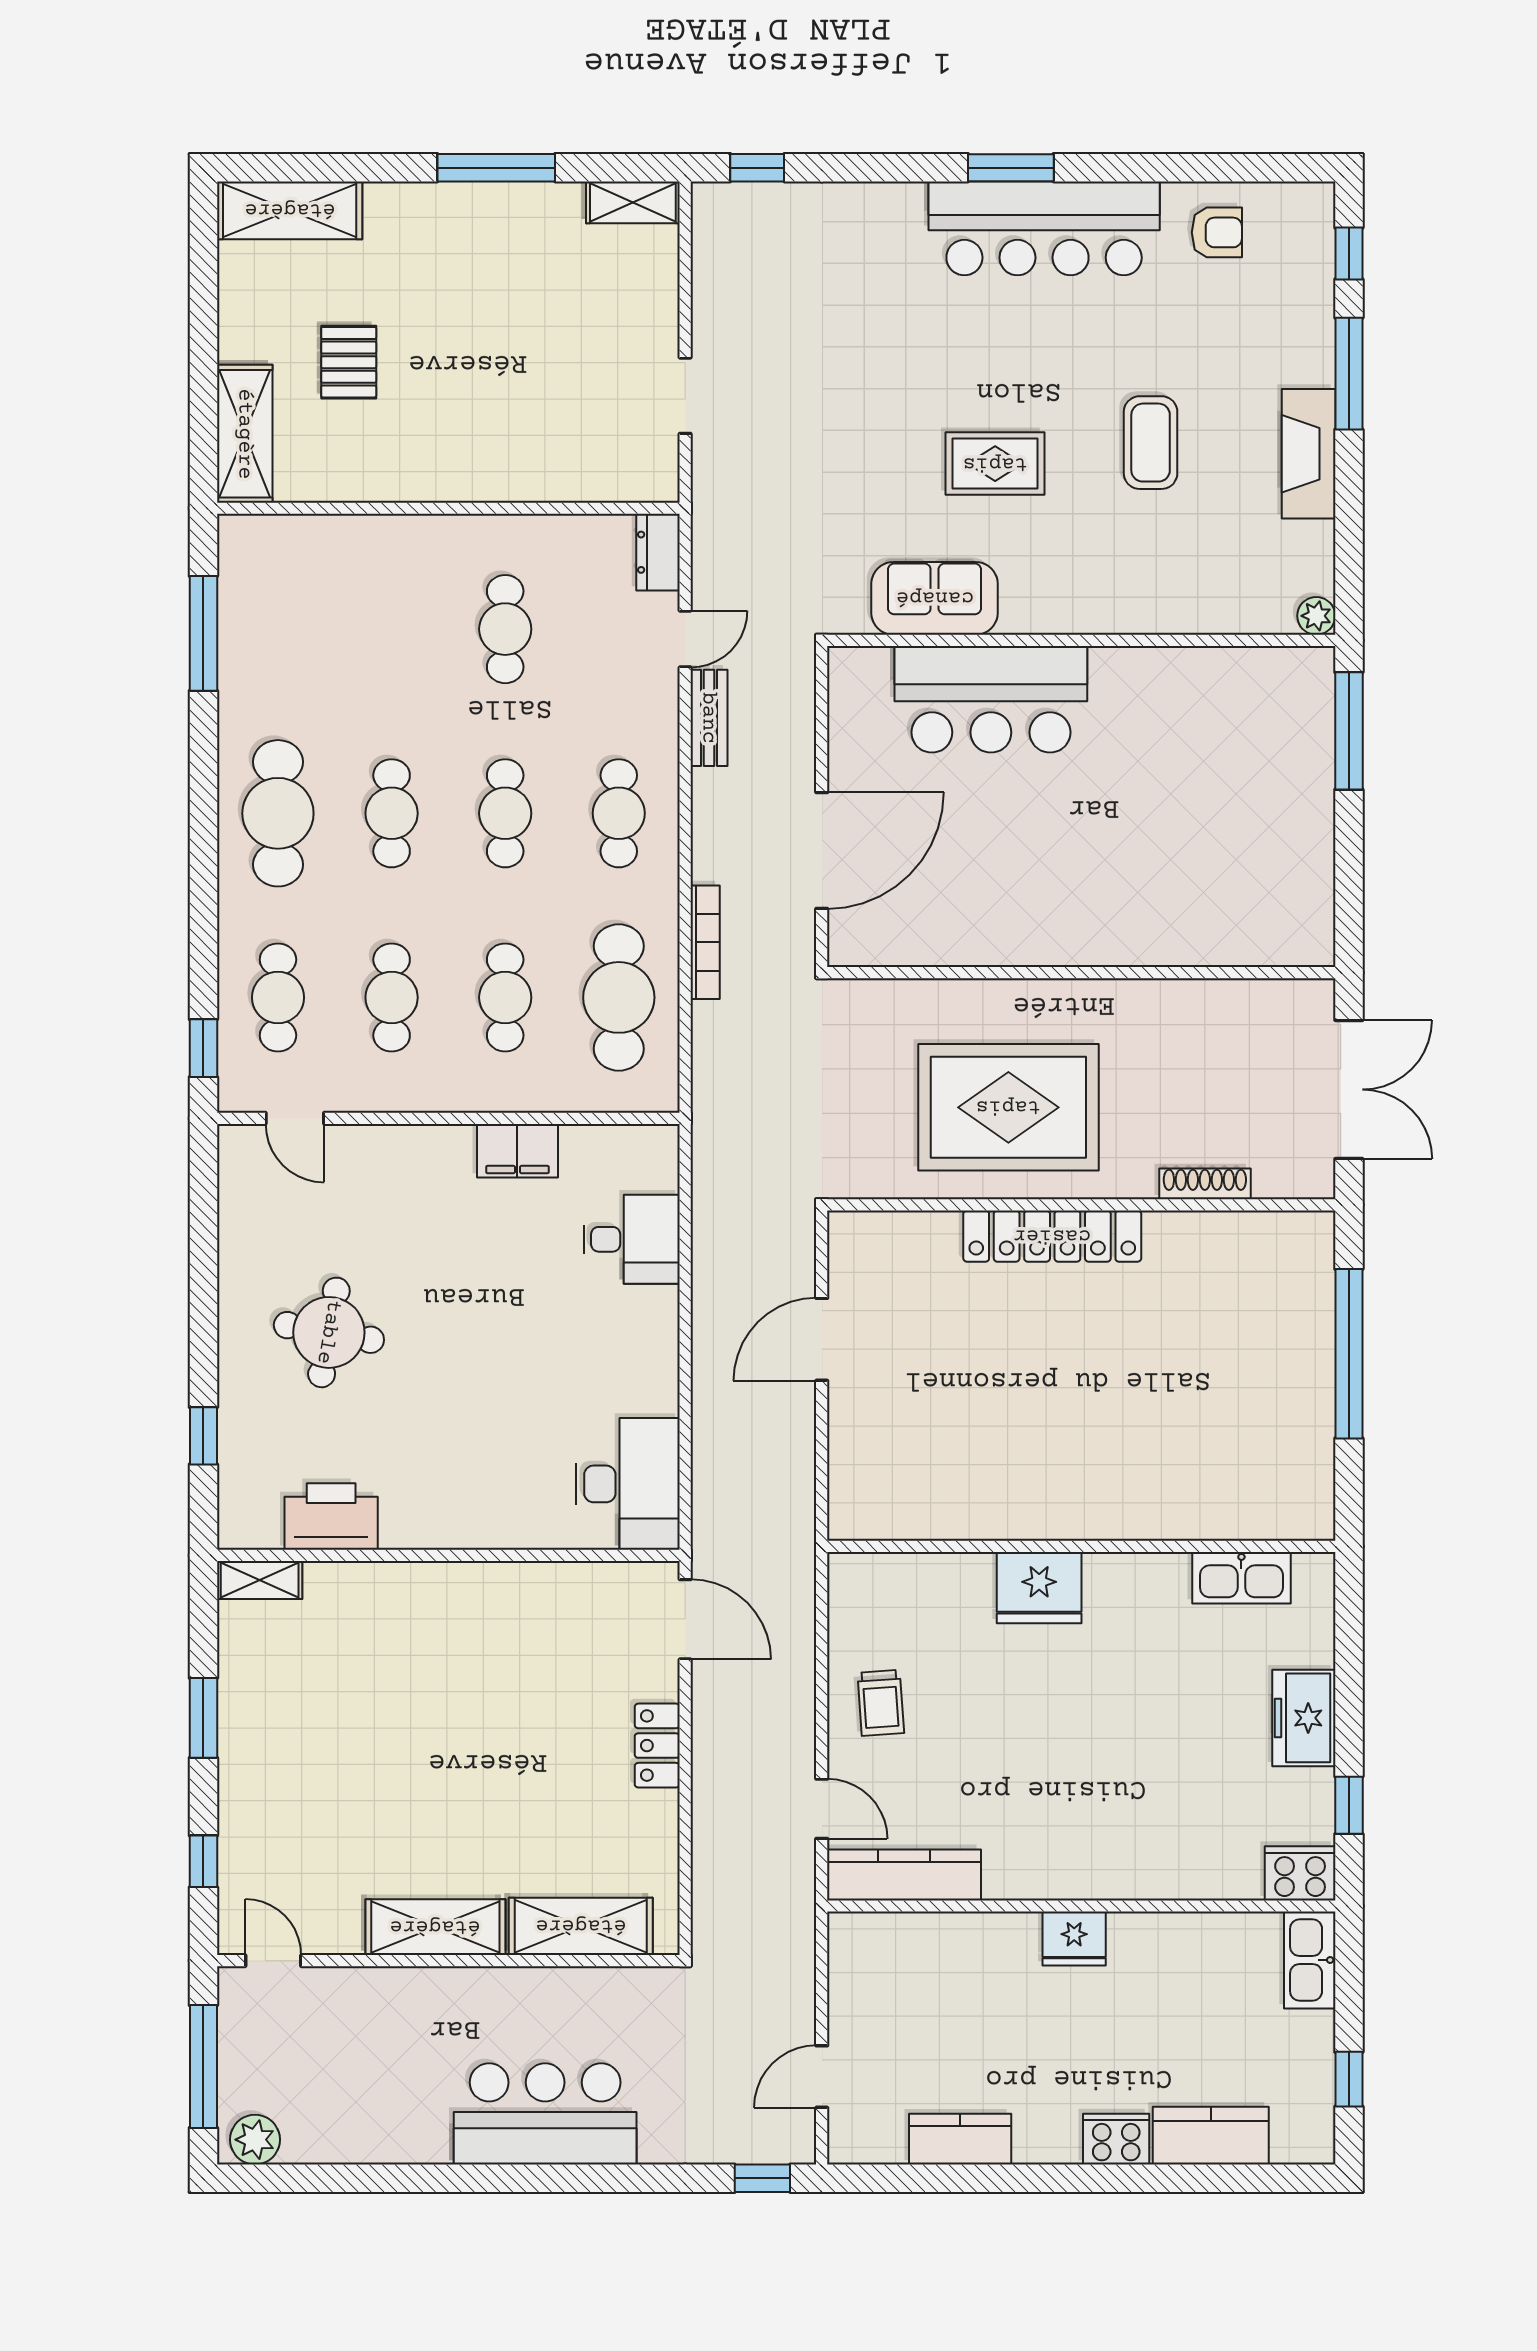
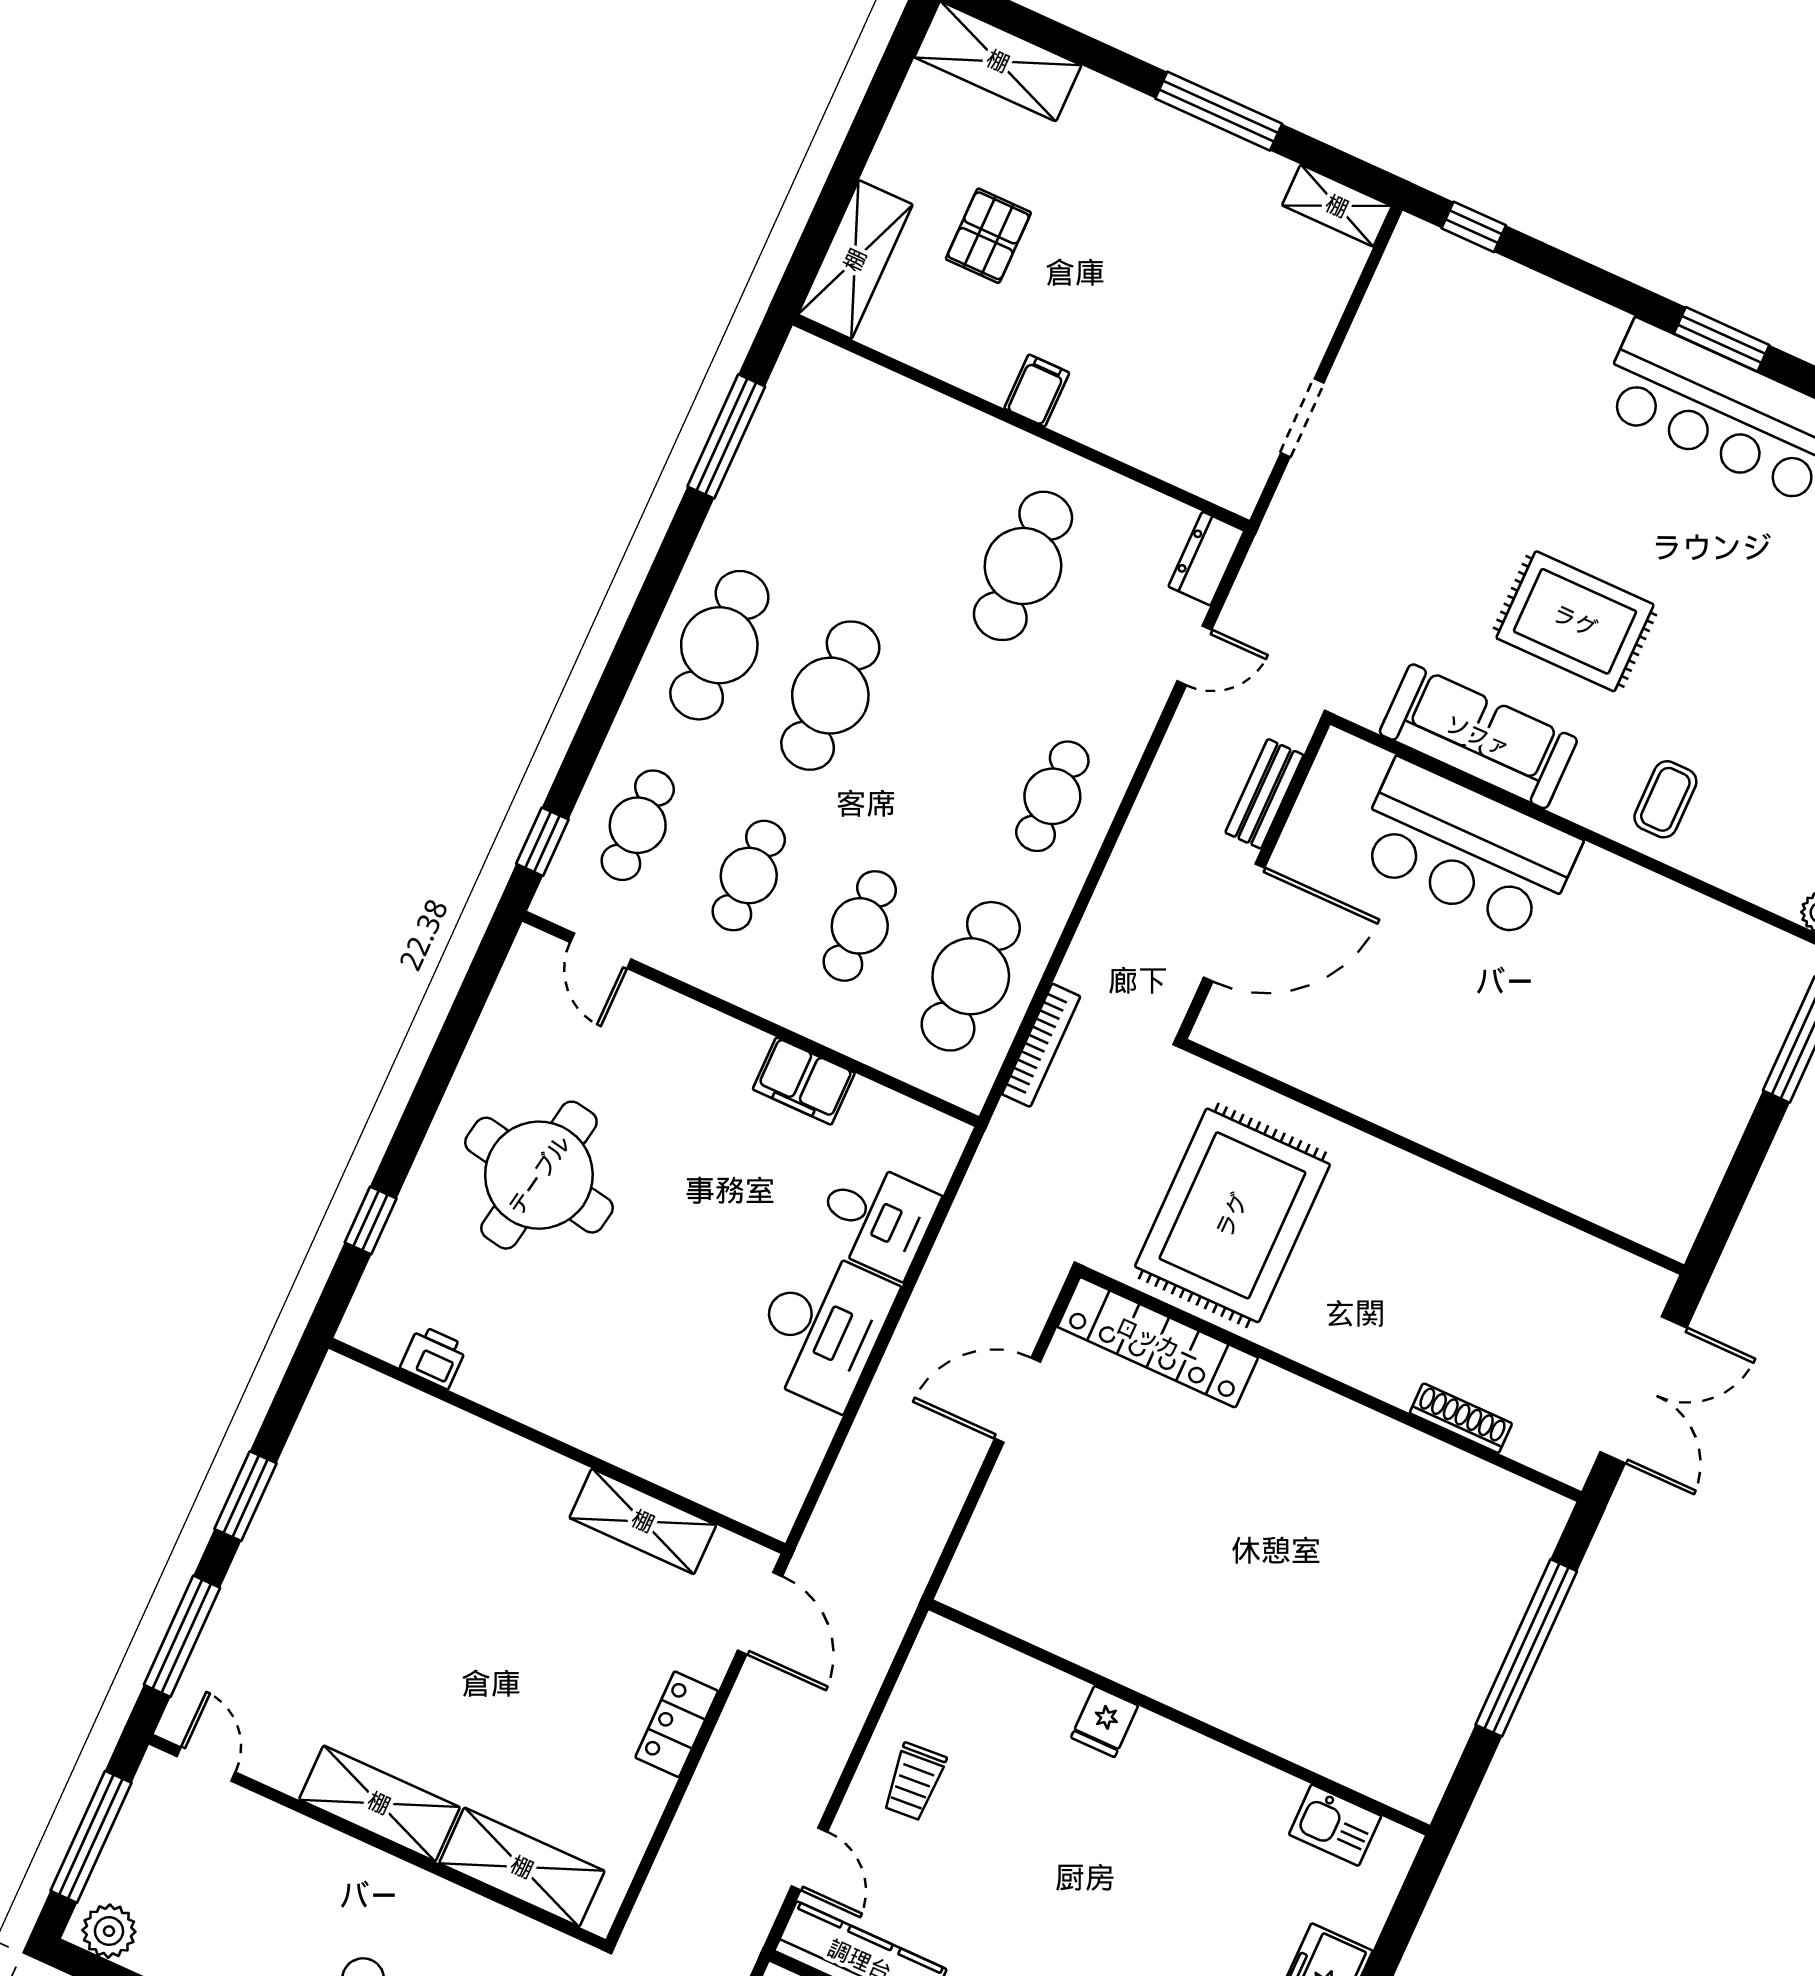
coffee table: (1151, 443) -> (1665, 799), moved, width x0.73, depth x0.77
rug: (995, 464) -> (1575, 621), width x1.36, depth x1.43
filing cabinet: (449, 475) -> (1037, 391), added
sofa: (935, 598) -> (1478, 736), width x1.36
cafe table: (505, 629) -> (1023, 566), width x1.37, depth x1.35
bench: (709, 718) -> (1264, 794), moved
cafe table: (392, 813) -> (830, 696), width x1.37, depth x1.35
cafe table: (505, 813) -> (941, 746), removed
bookcase: (705, 942) -> (1041, 1045), moved
rug: (1008, 1107) -> (1232, 1215), moved, turned 90
locker: (1052, 1236) -> (1158, 1342), moved
round table: (329, 1332) -> (539, 1175), width x1.36, depth x1.36
desk: (628, 1484) -> (822, 1328), moved
printer: (331, 1517) -> (434, 1357), width x0.53, depth x0.68
kitchen sink: (1241, 1578) -> (1335, 1825), width x0.73
shelving: (260, 1580) -> (643, 1521), moved, width x1.50, depth x1.33
fridge: (1039, 1588) -> (1105, 1722), width x0.53, depth x0.75
window: (203, 1861) -> (182, 1636), width x2.17

